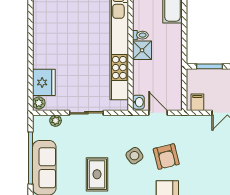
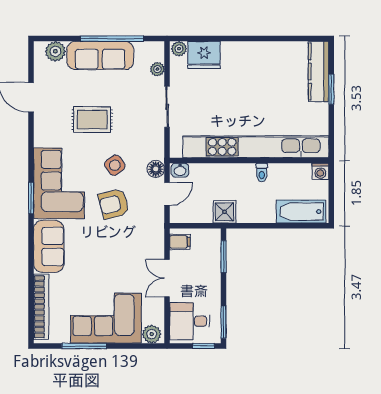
shower: (142, 50) -> (225, 212), moved
floor lamp: (138, 122) -> (156, 169), added

